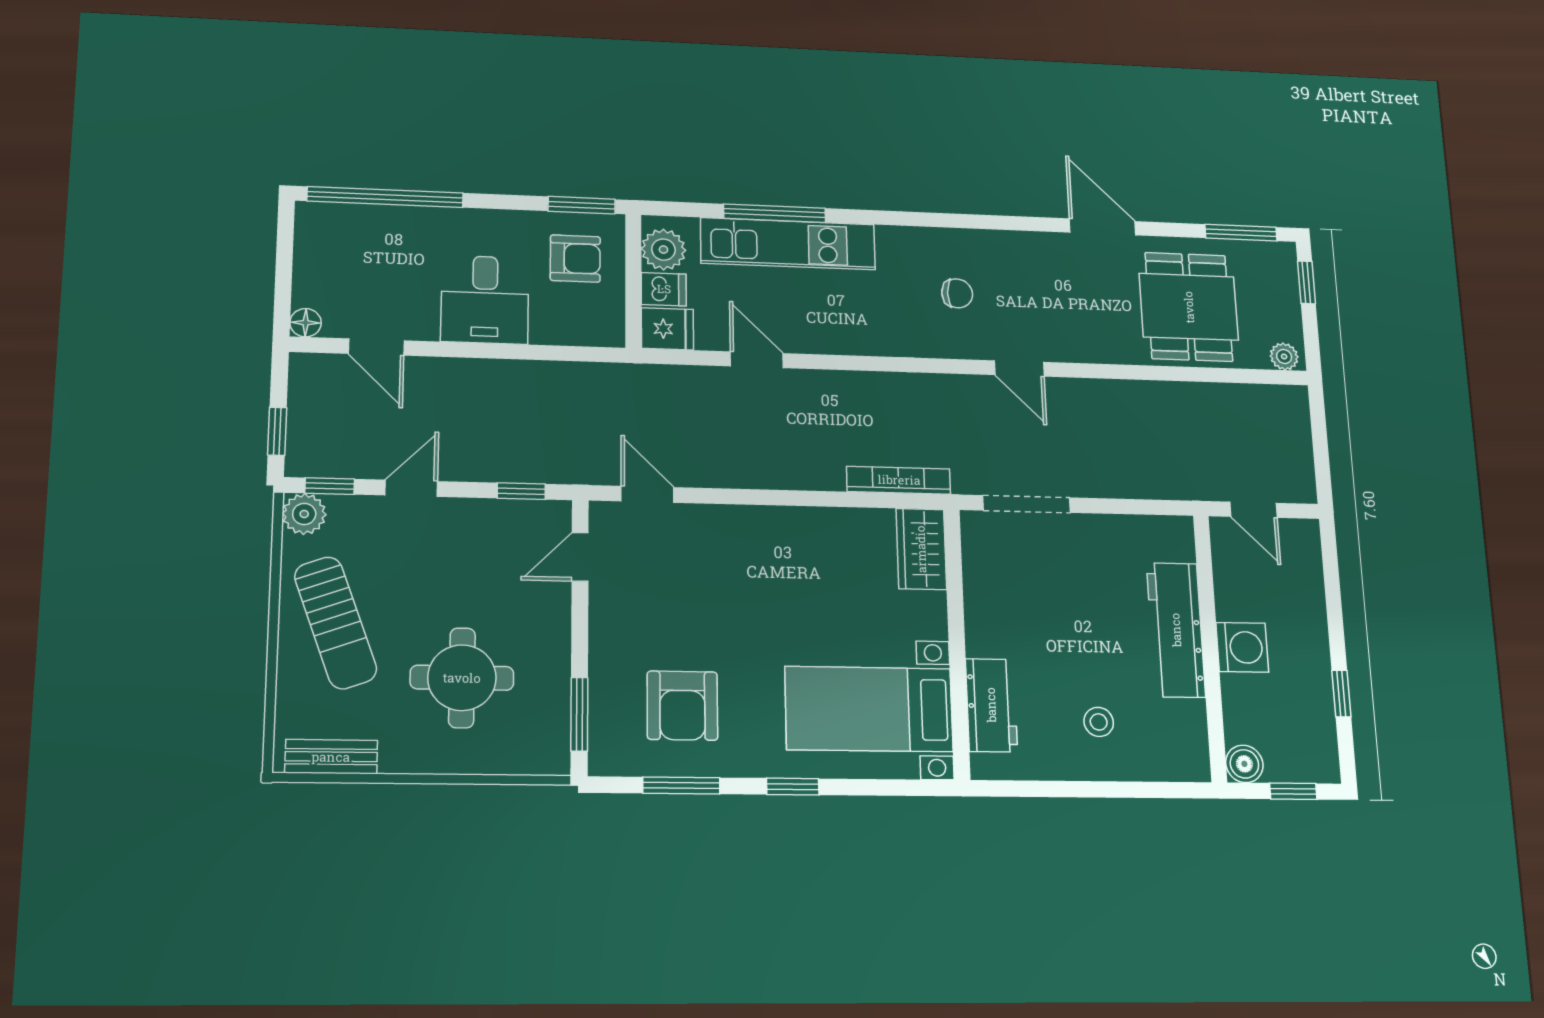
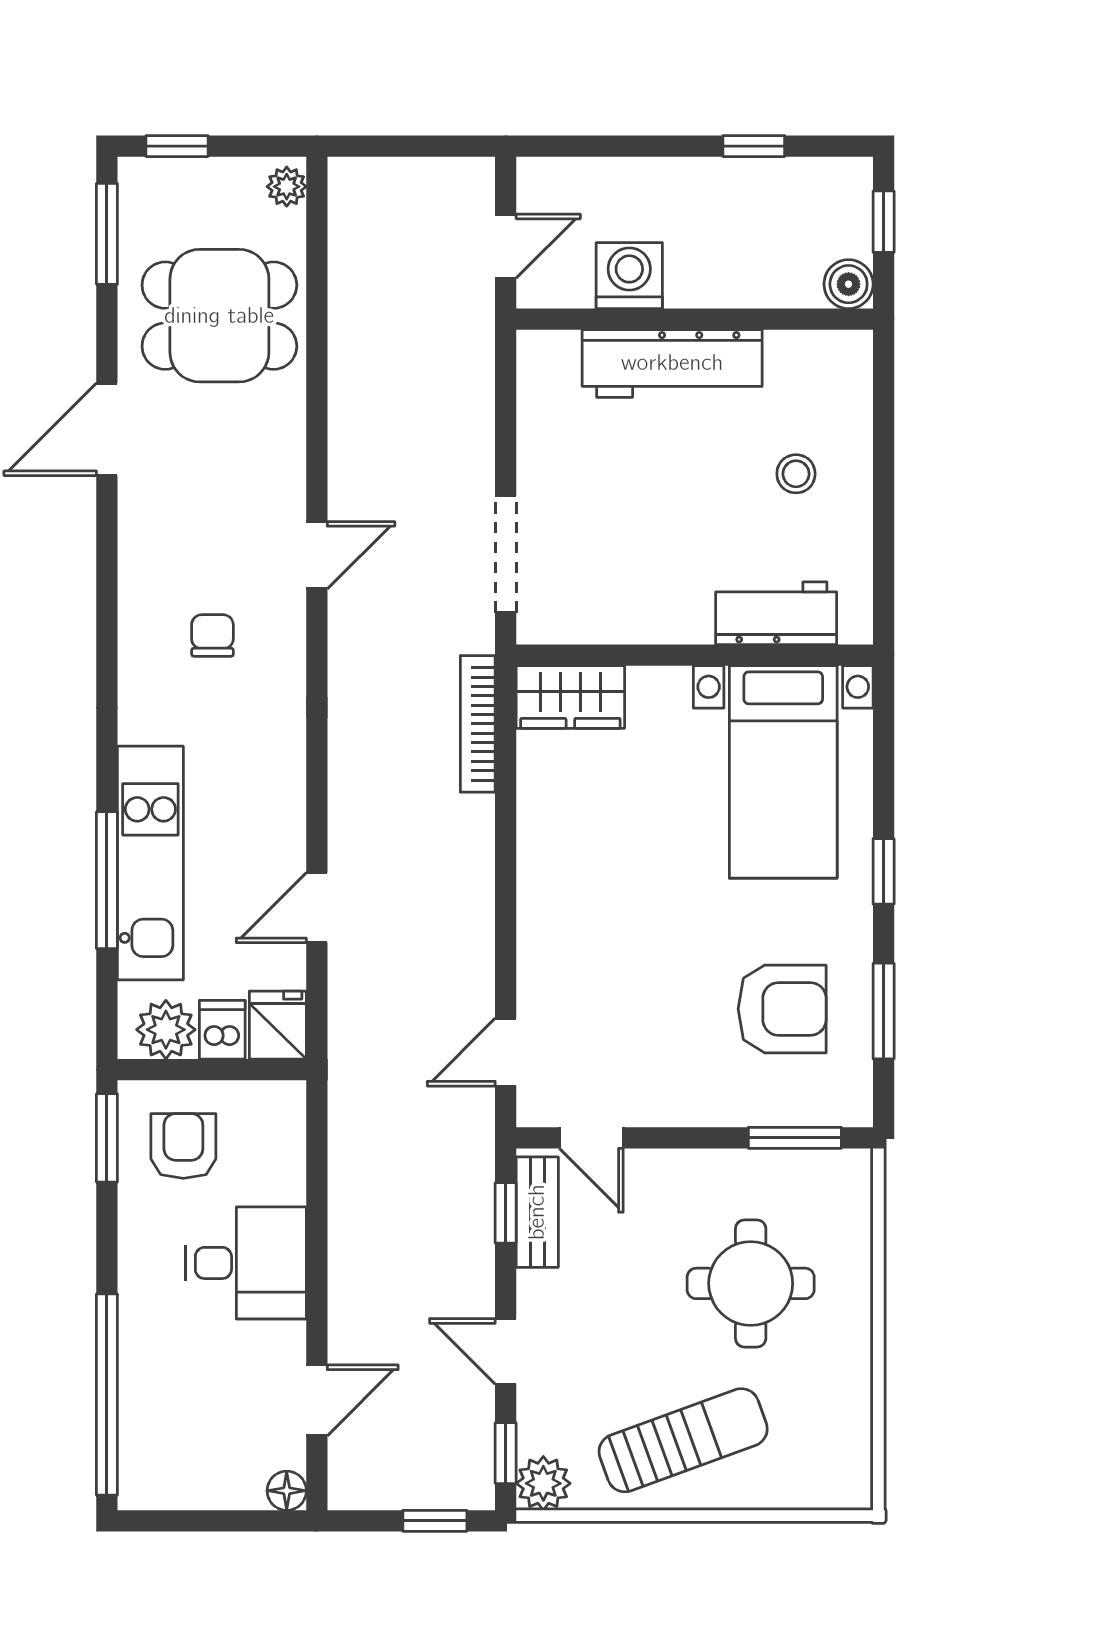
washing machine: (1242, 647) -> (629, 276), moved
bench: (331, 757) -> (537, 1212), moved

